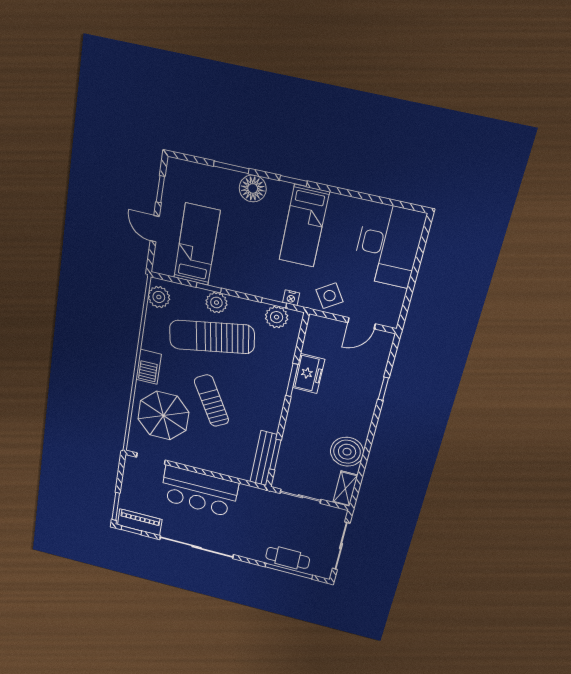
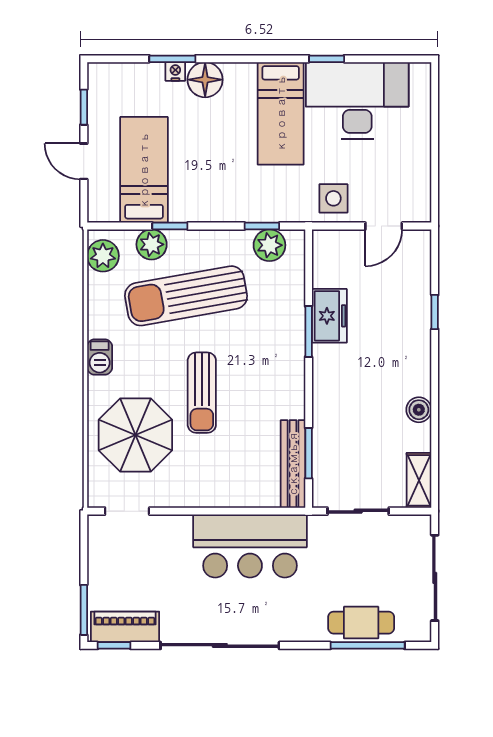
window: (293, 181) -> (327, 59), moved
desk: (388, 245) -> (357, 101), moved, turned -90
side table: (330, 296) -> (333, 198), turned 33
nightstand: (291, 298) -> (175, 71), moved, turned 180
plant: (216, 303) -> (152, 244), moved
barbecue: (149, 367) -> (100, 357), width x0.73, depth x0.79
sun lounger: (211, 401) -> (202, 393), turned -150
boiler: (347, 452) -> (419, 410), width x0.54, depth x0.54
bar counter: (199, 491) -> (250, 546), moved

